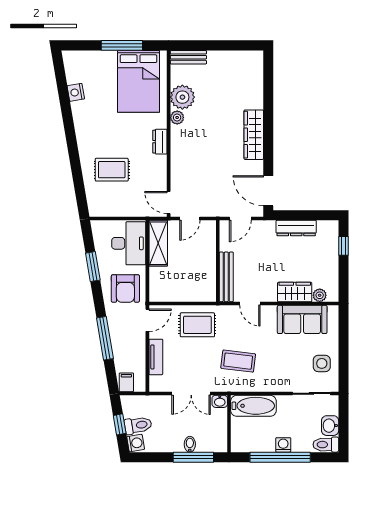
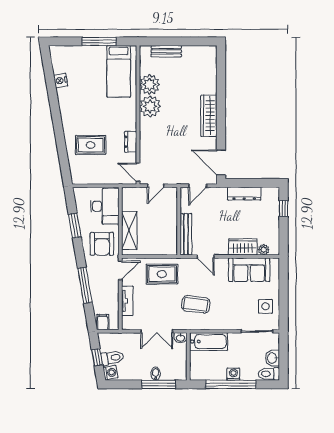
bench: (188, 57) -> (166, 51), moved
bed: (138, 81) -> (119, 71), width x0.67
plant: (177, 117) -> (150, 106), width x1.88, depth x1.88
dresser: (160, 142) -> (131, 142), moved
shelving: (158, 243) -> (129, 230), moved

